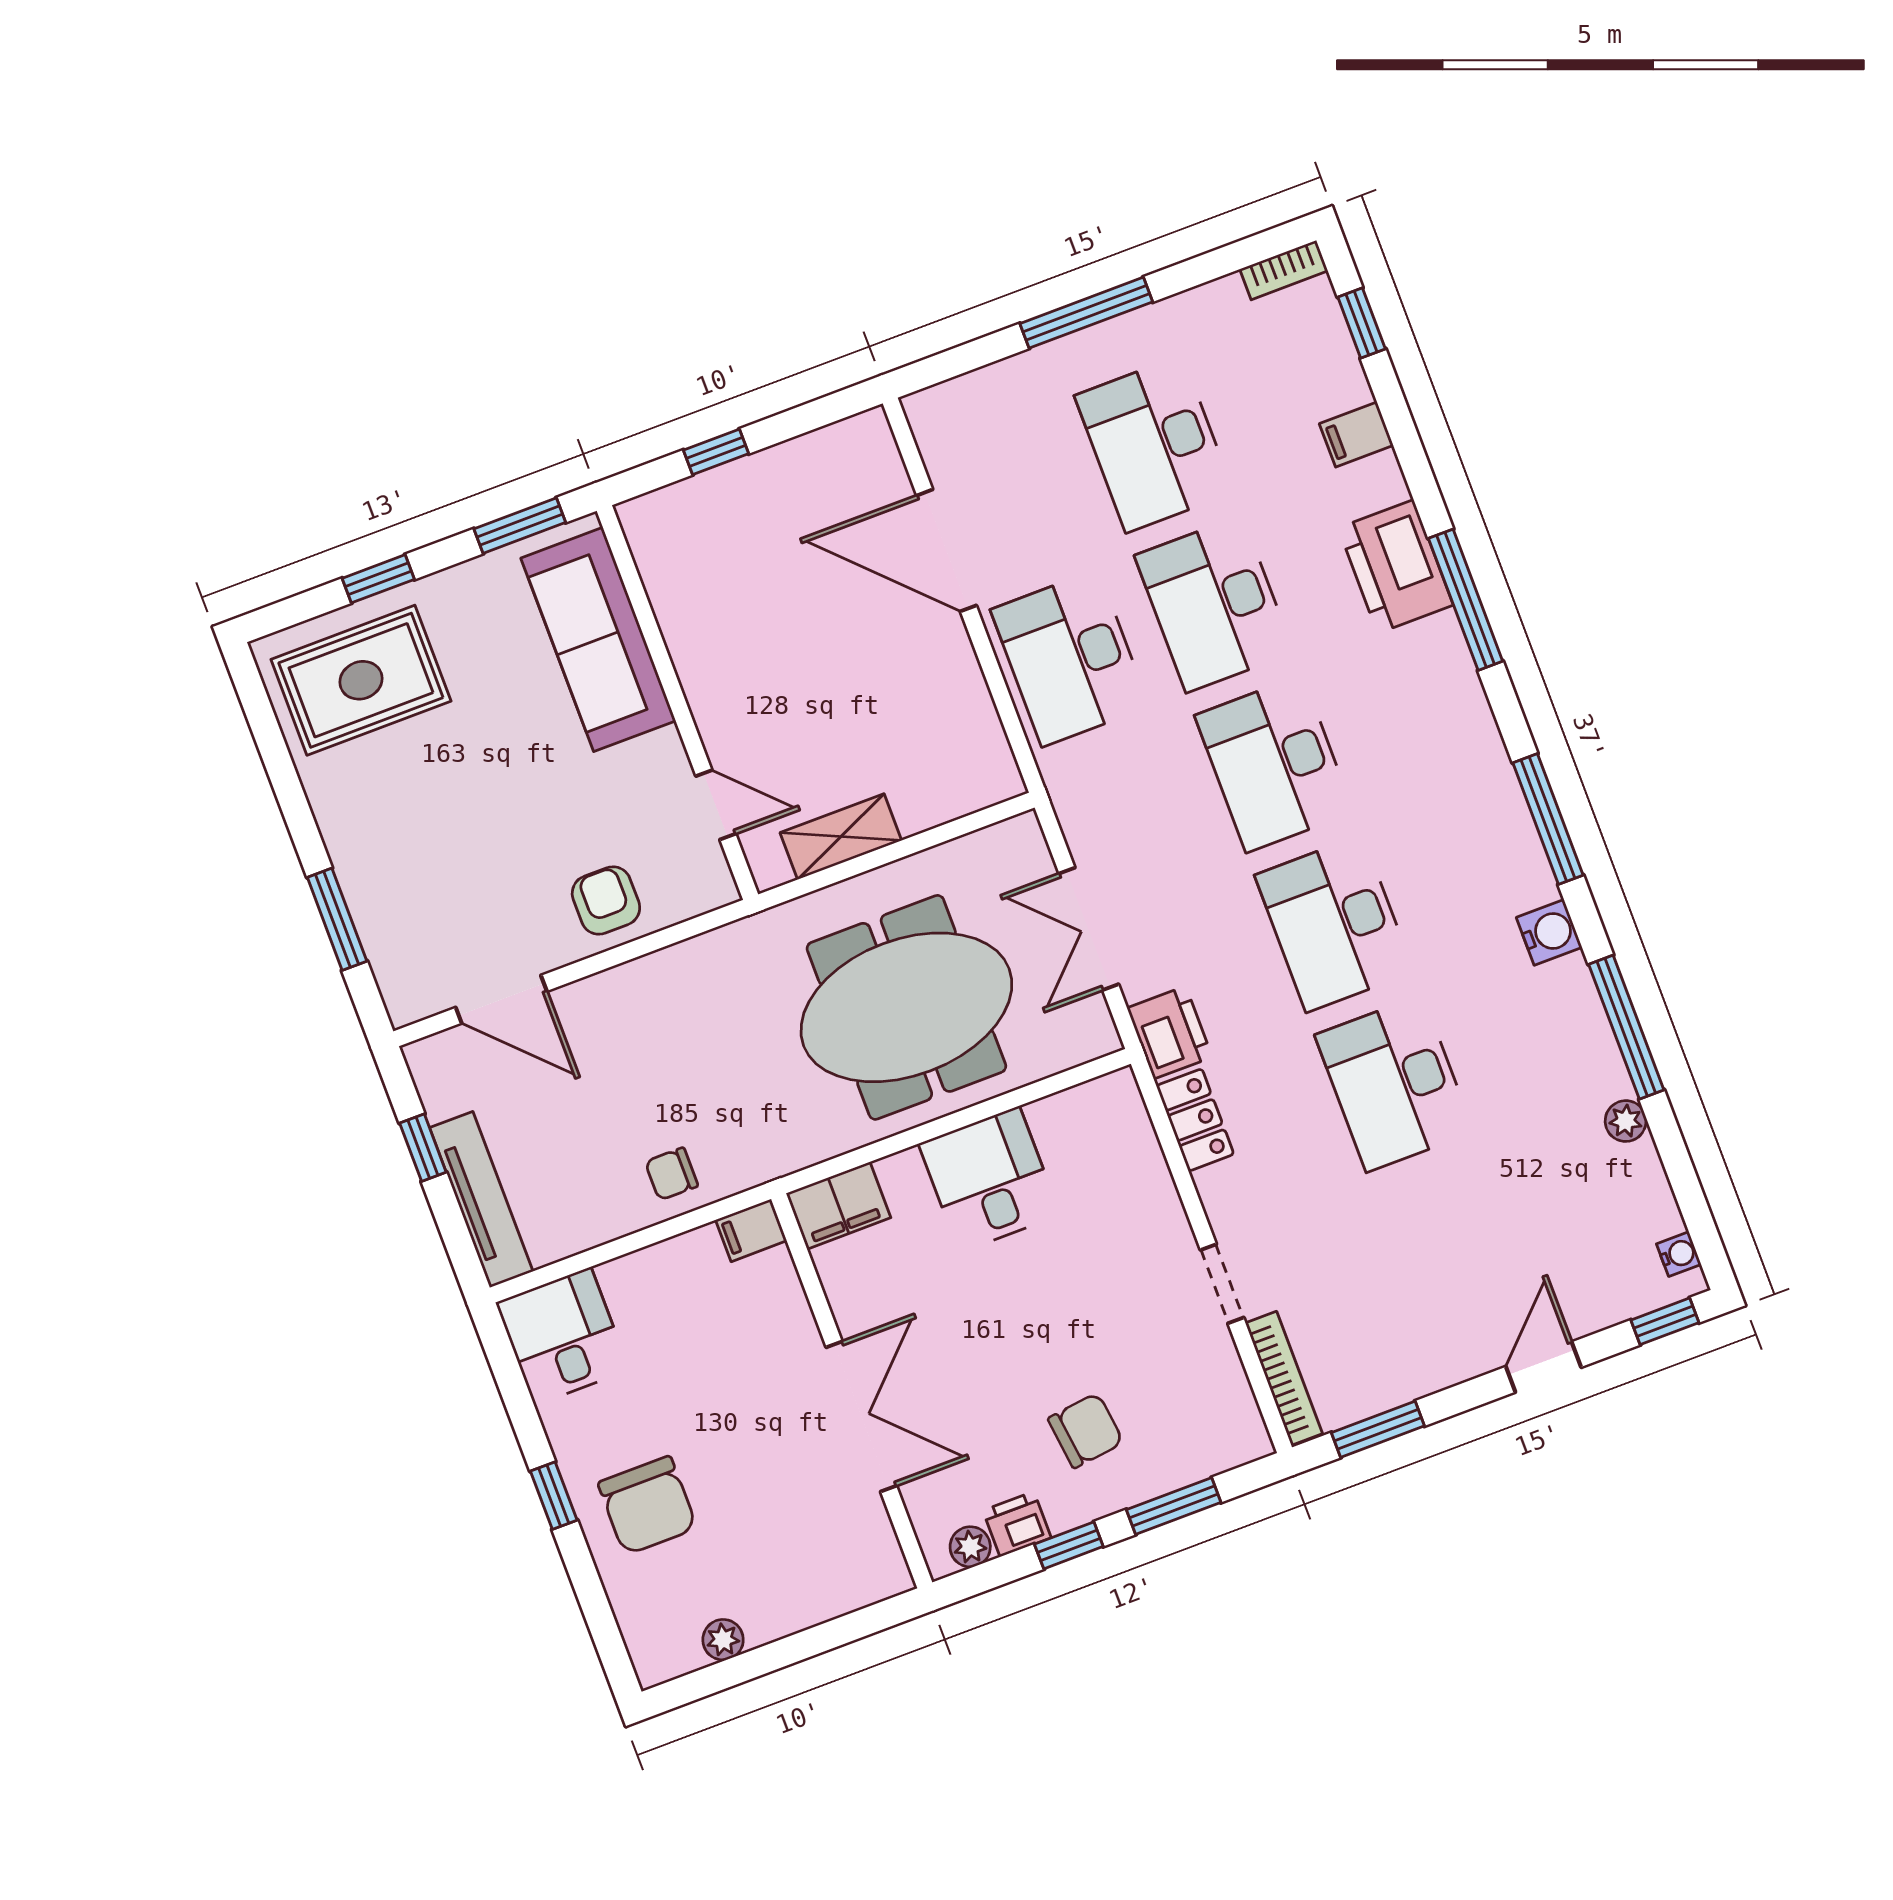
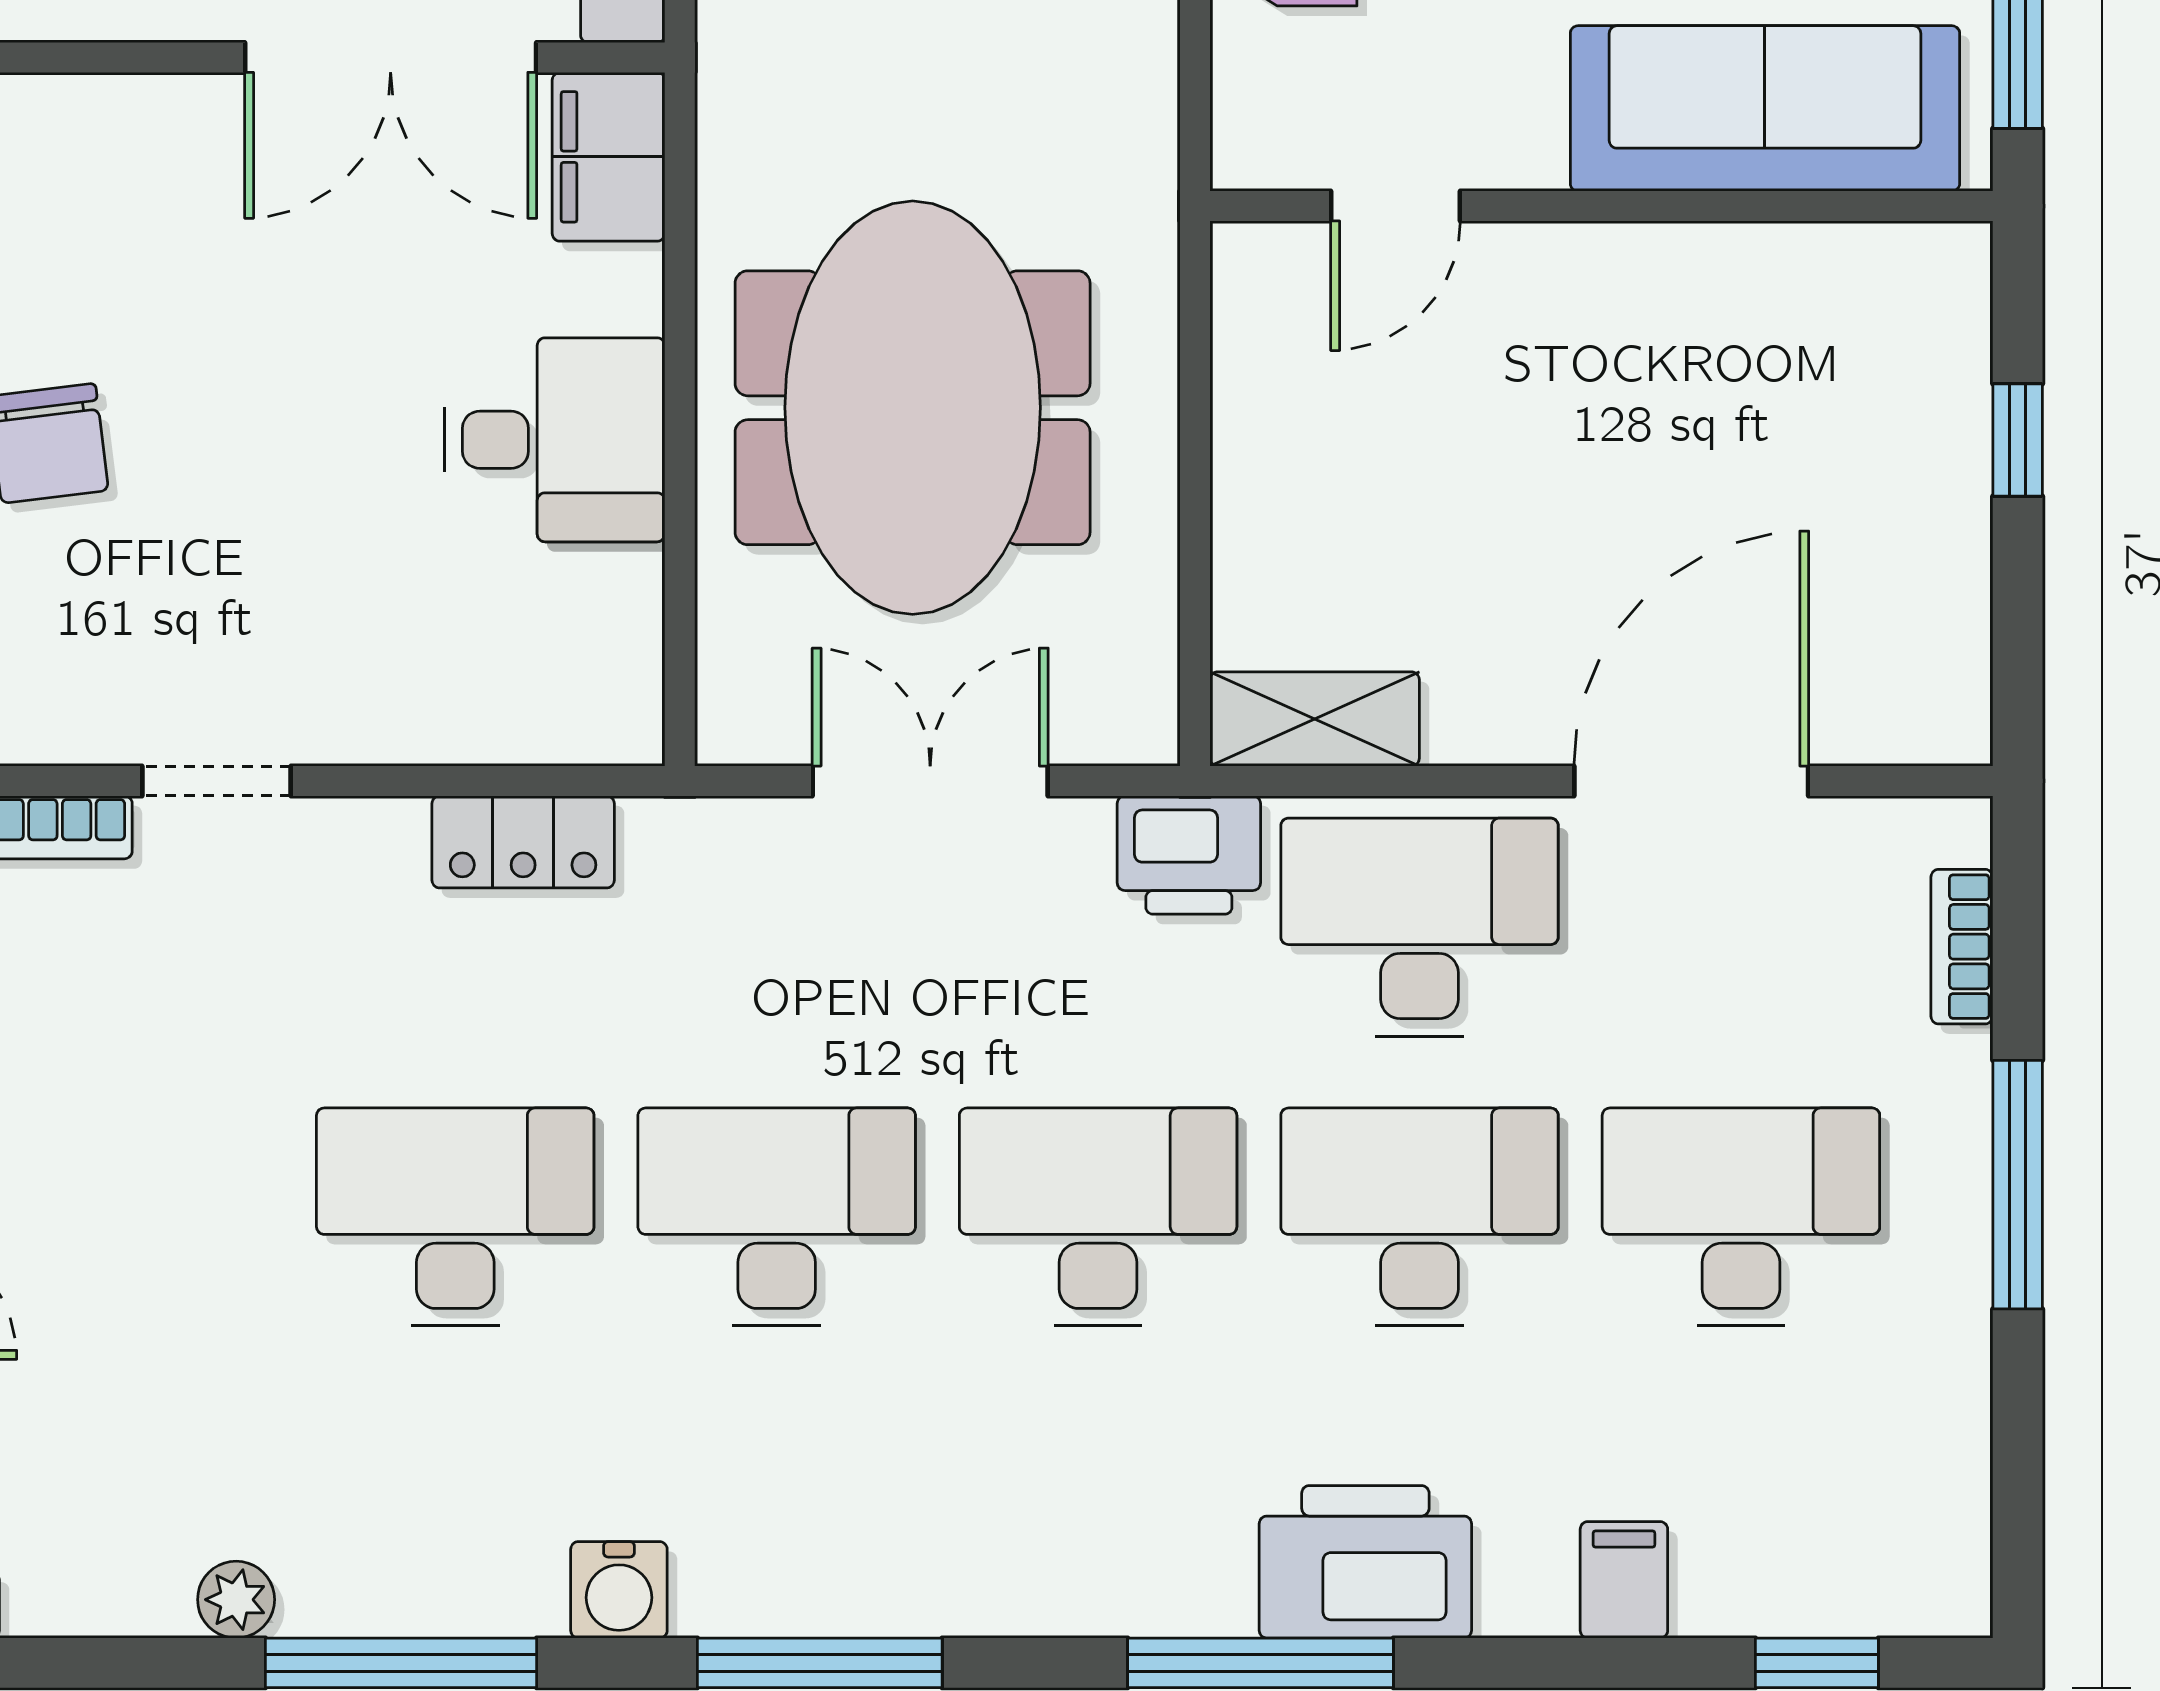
bookcase: (1284, 270) -> (1962, 947), moved
shelving: (841, 837) -> (1315, 719), moved, turned 90
printer: (1170, 1033) -> (1189, 855), moved
double door: (861, 1416) -> (391, 57), moved

